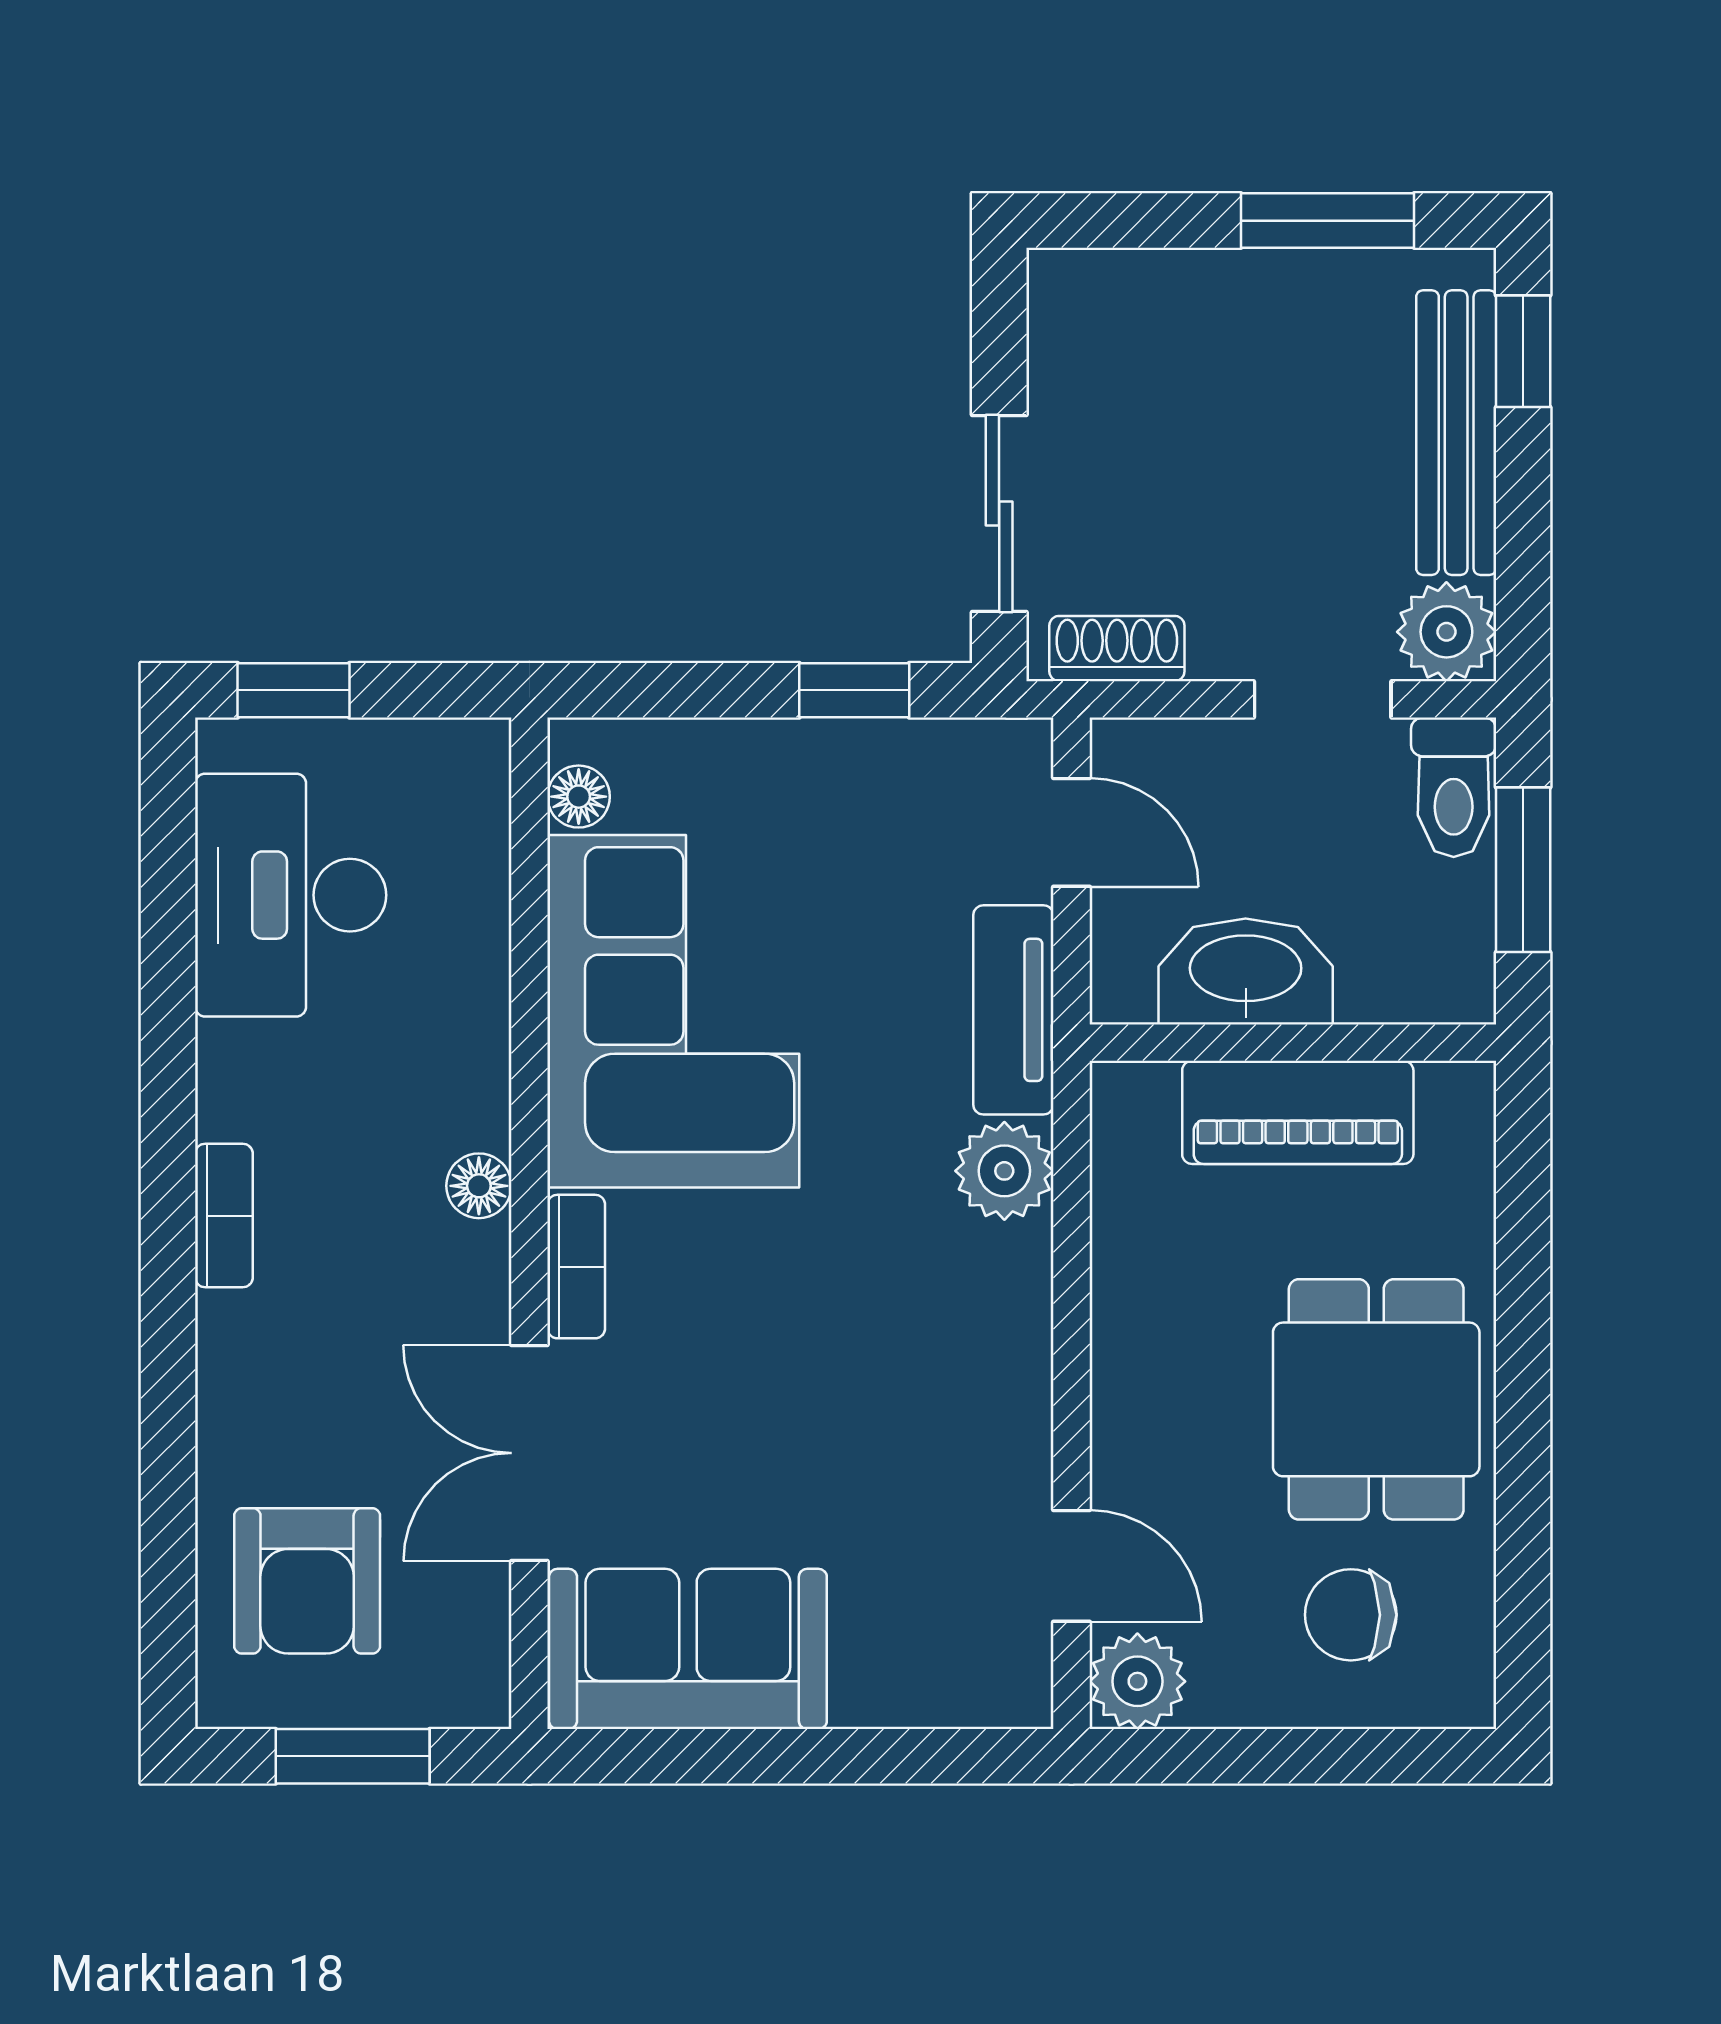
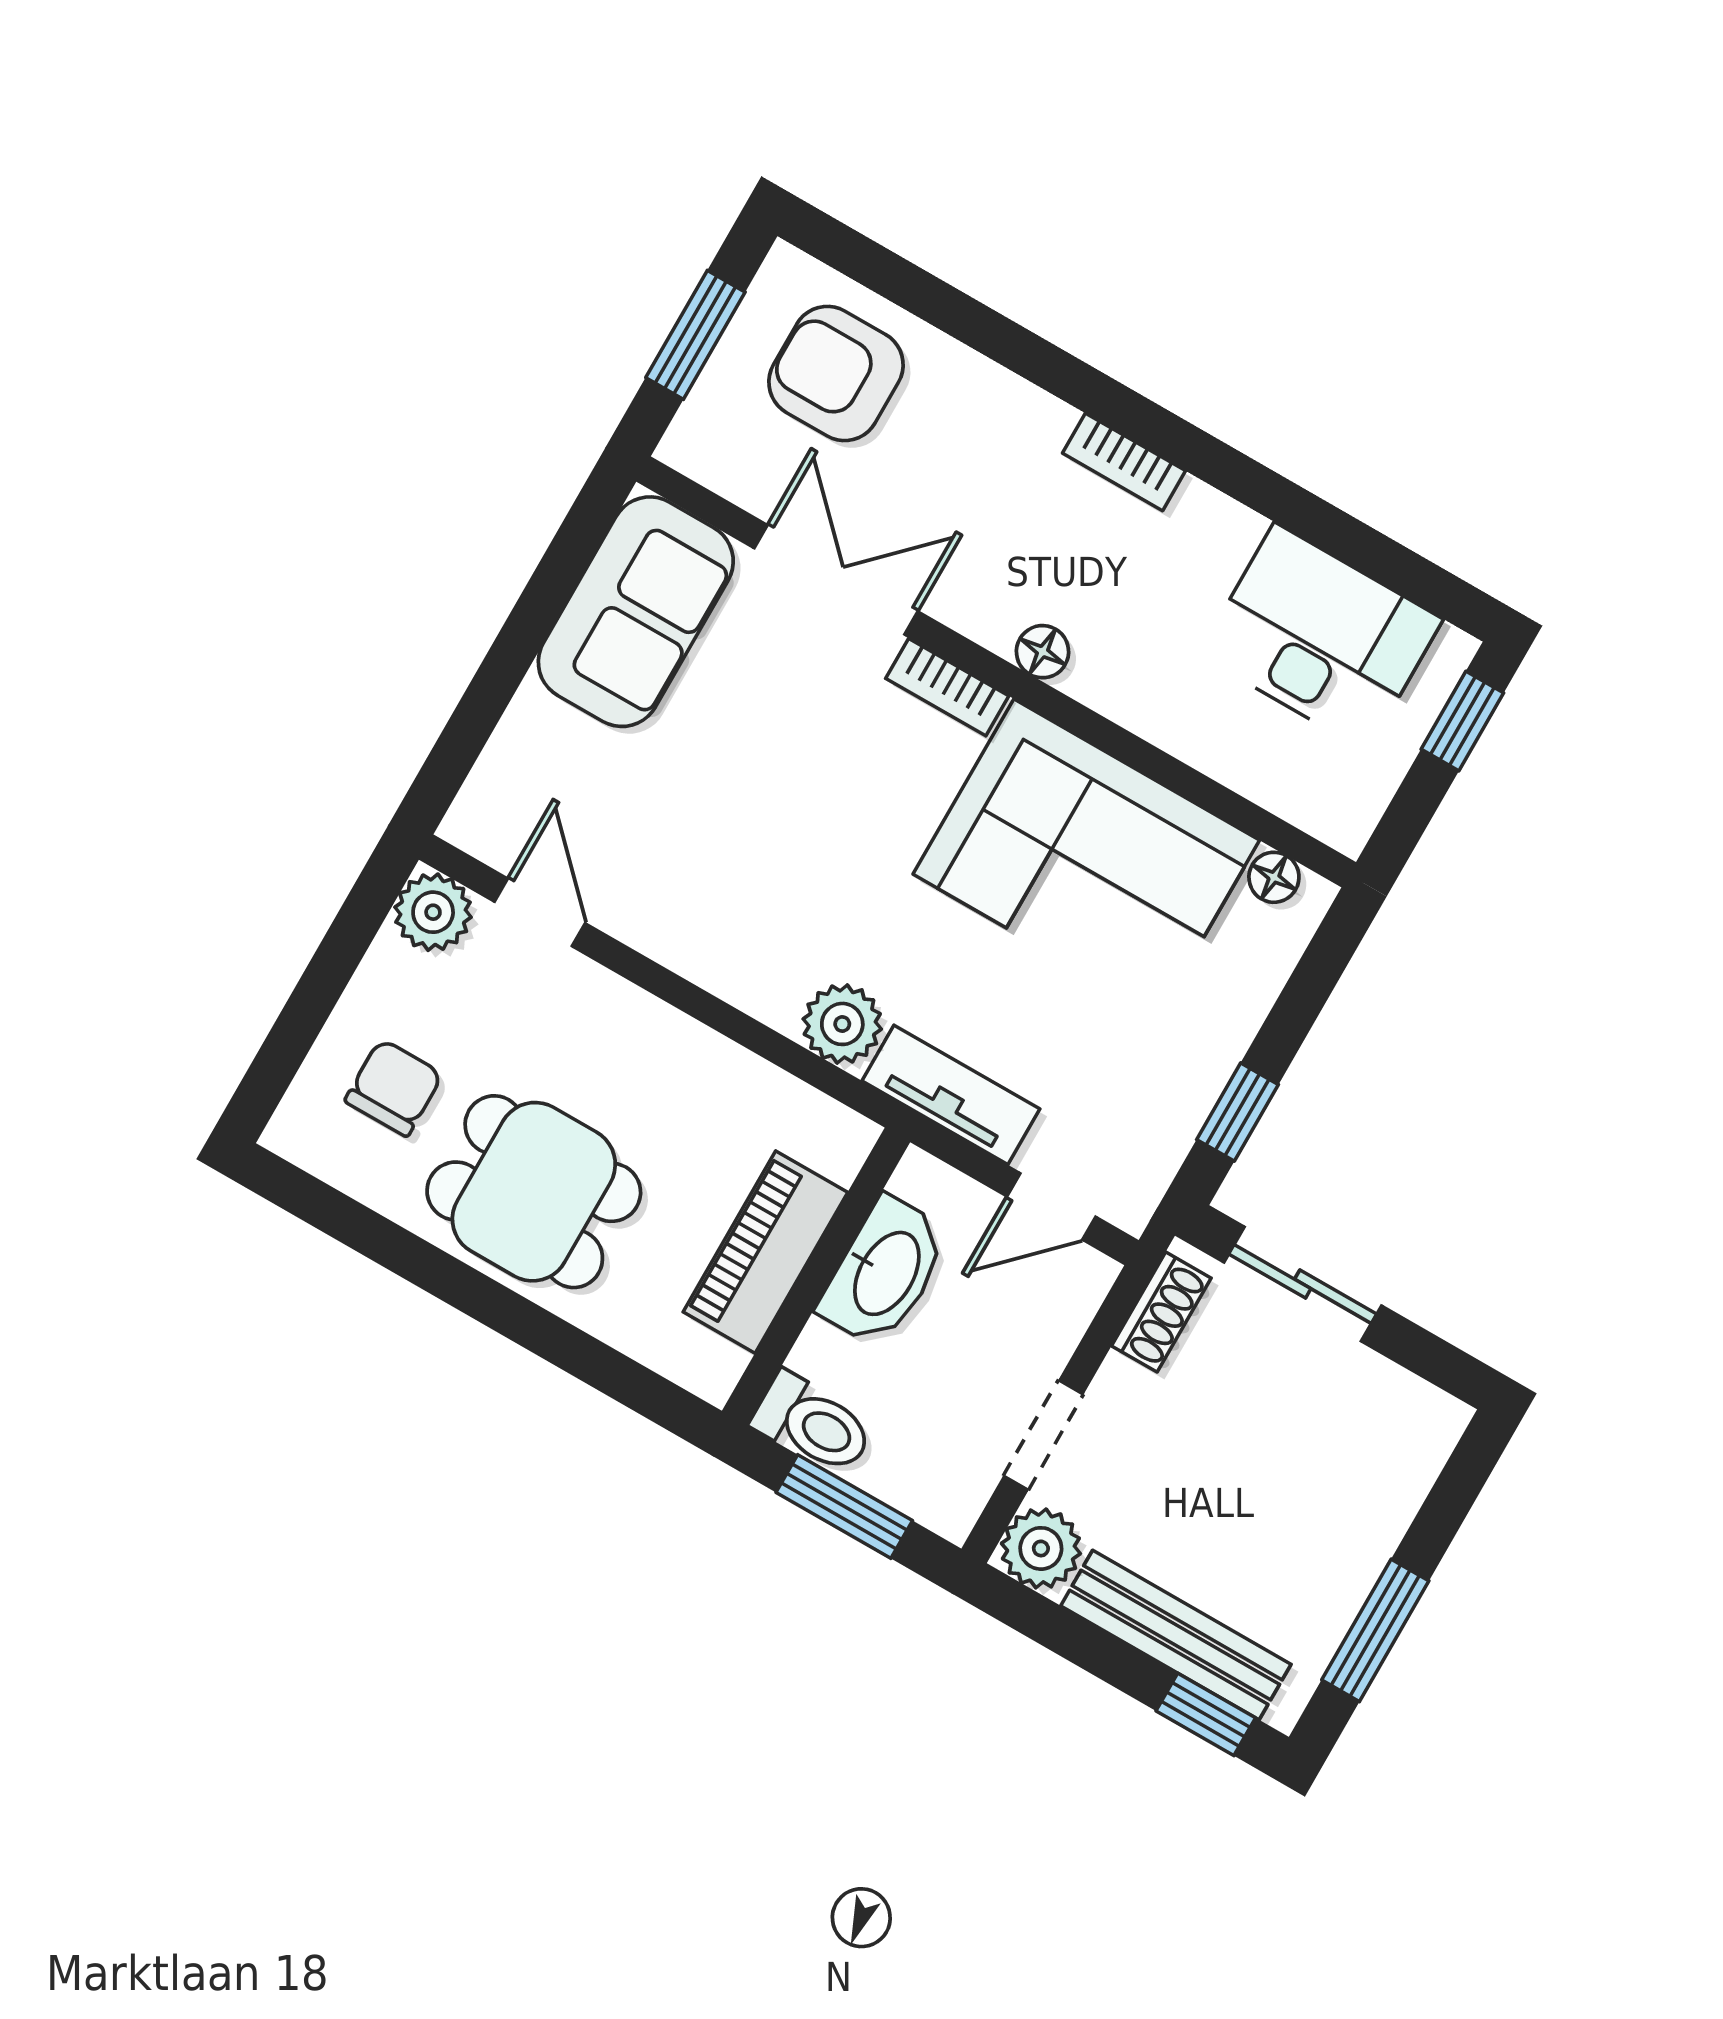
toilet: (1454, 787) -> (813, 1424), moved, turned 180
door: (1071, 1566) -> (540, 912), swing flipped

